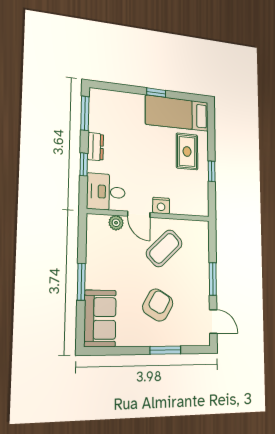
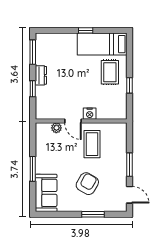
desk: (106, 192) -> (49, 107), removed
coffee table: (164, 248) -> (92, 144), turned -46

